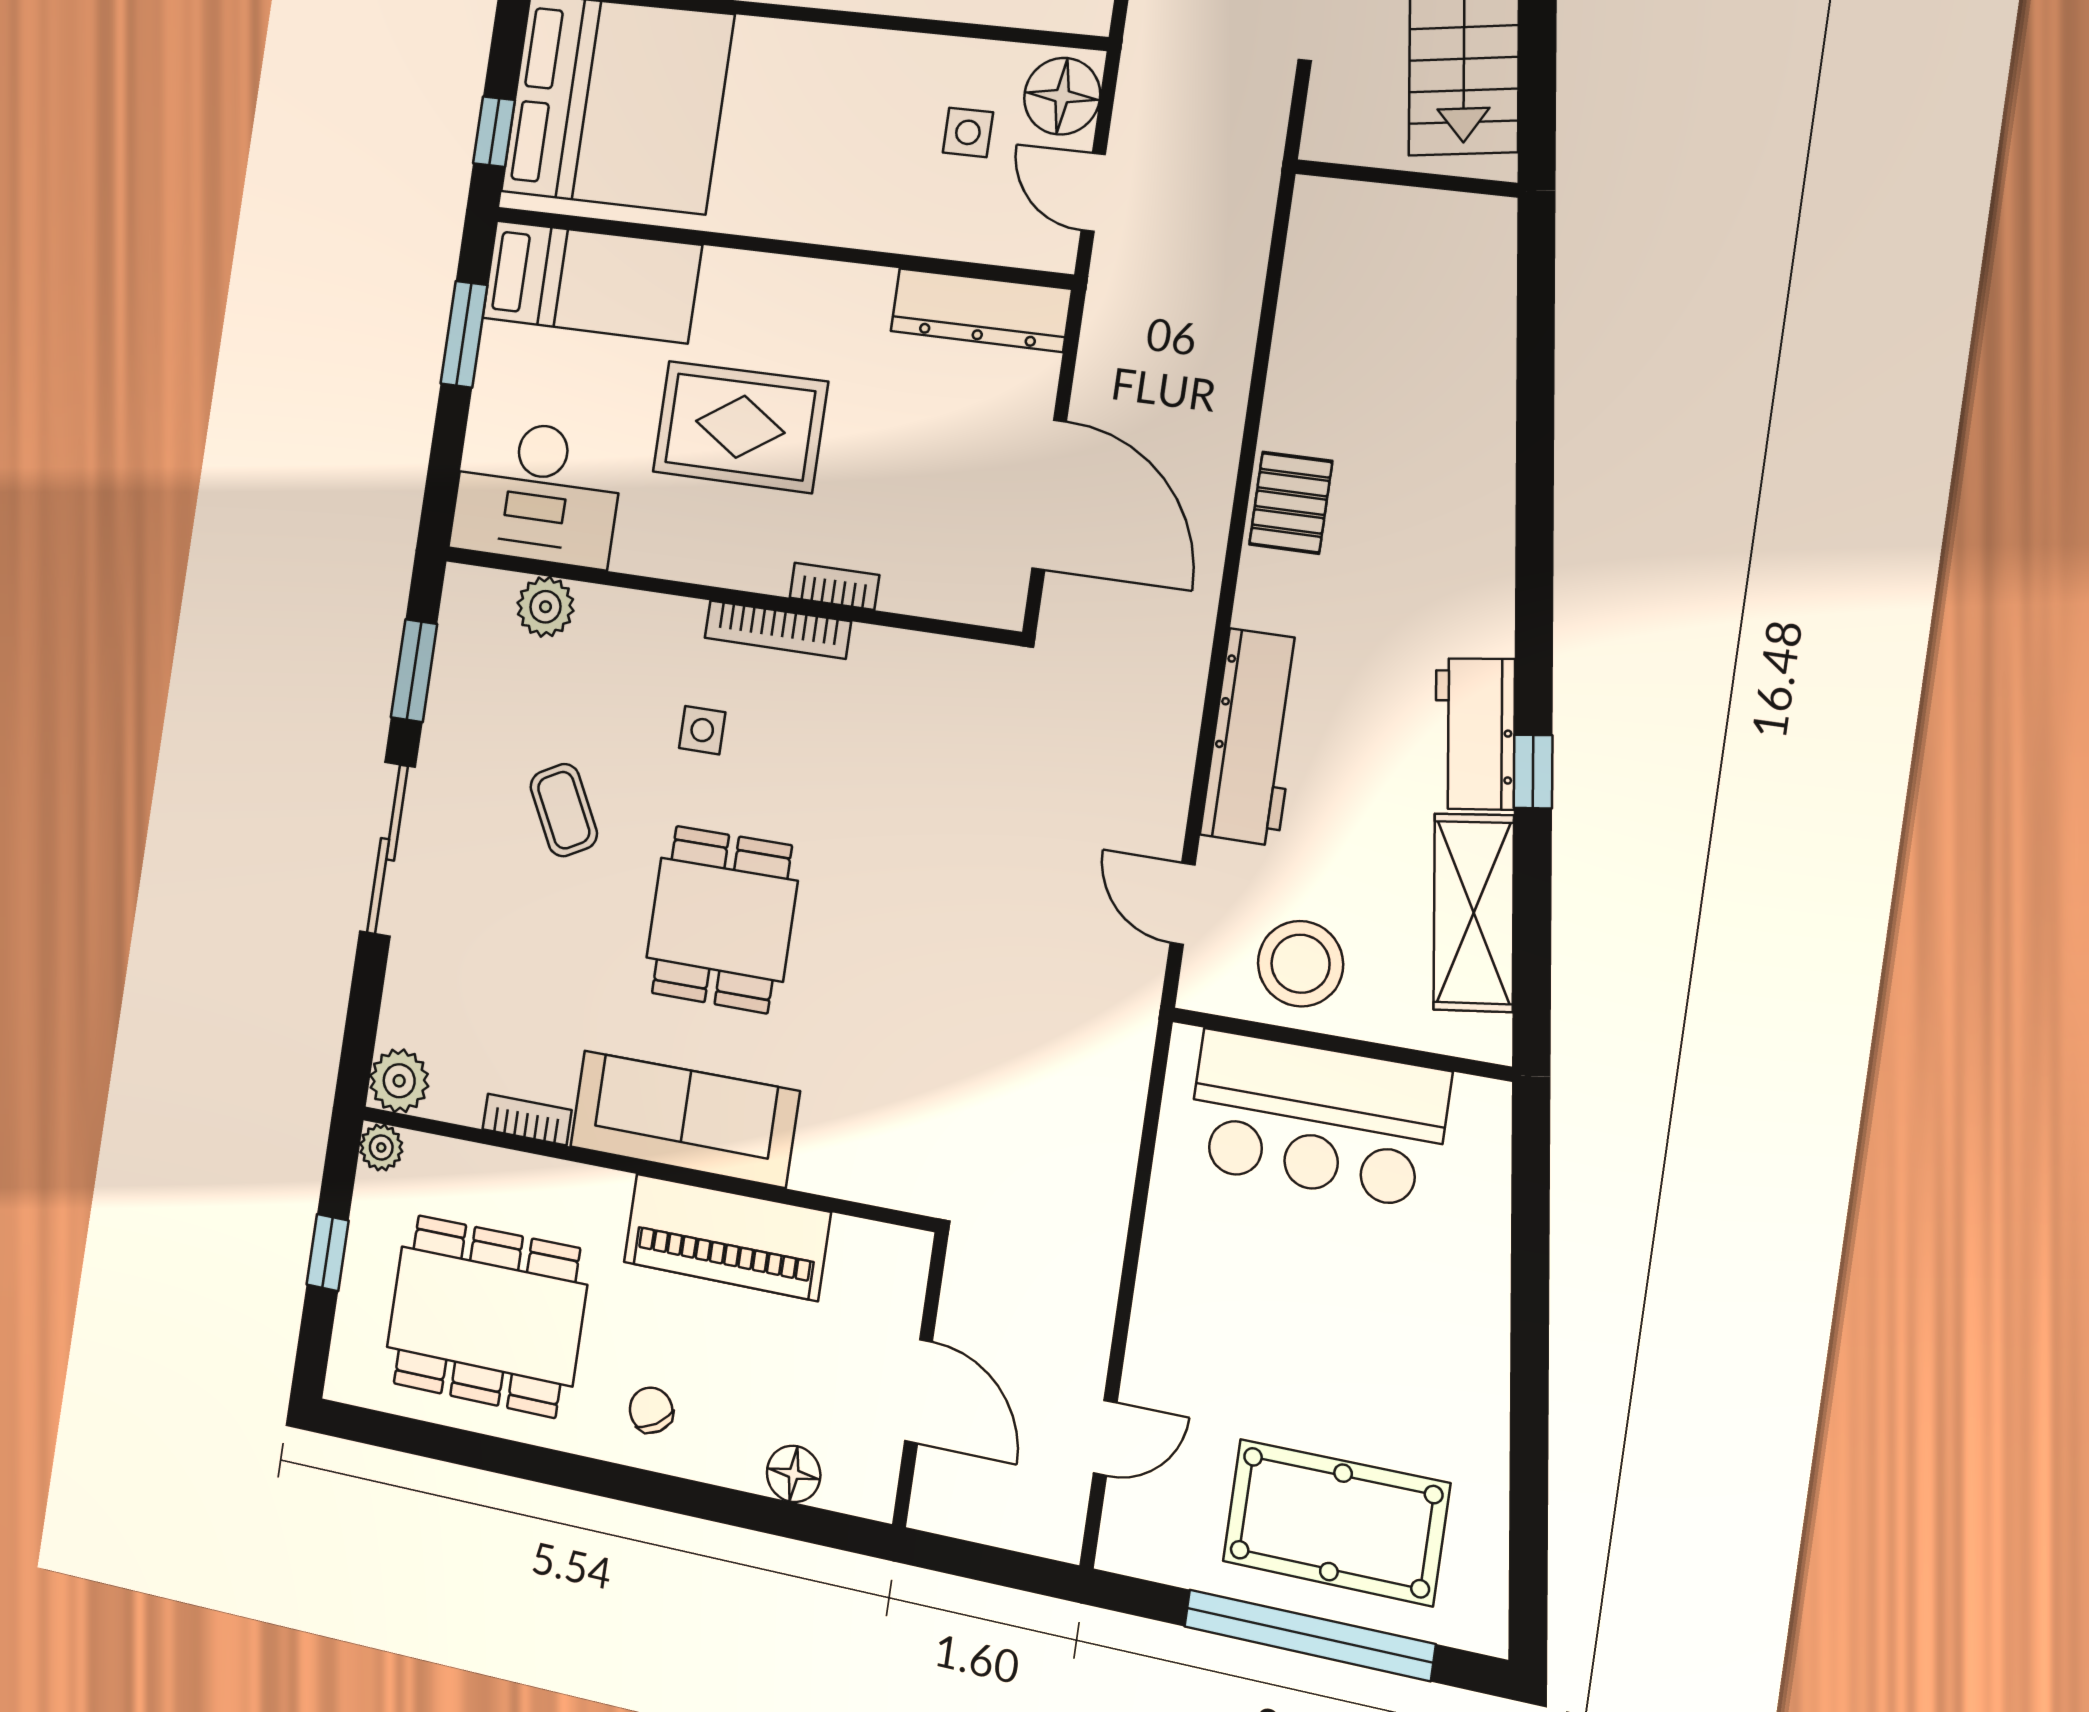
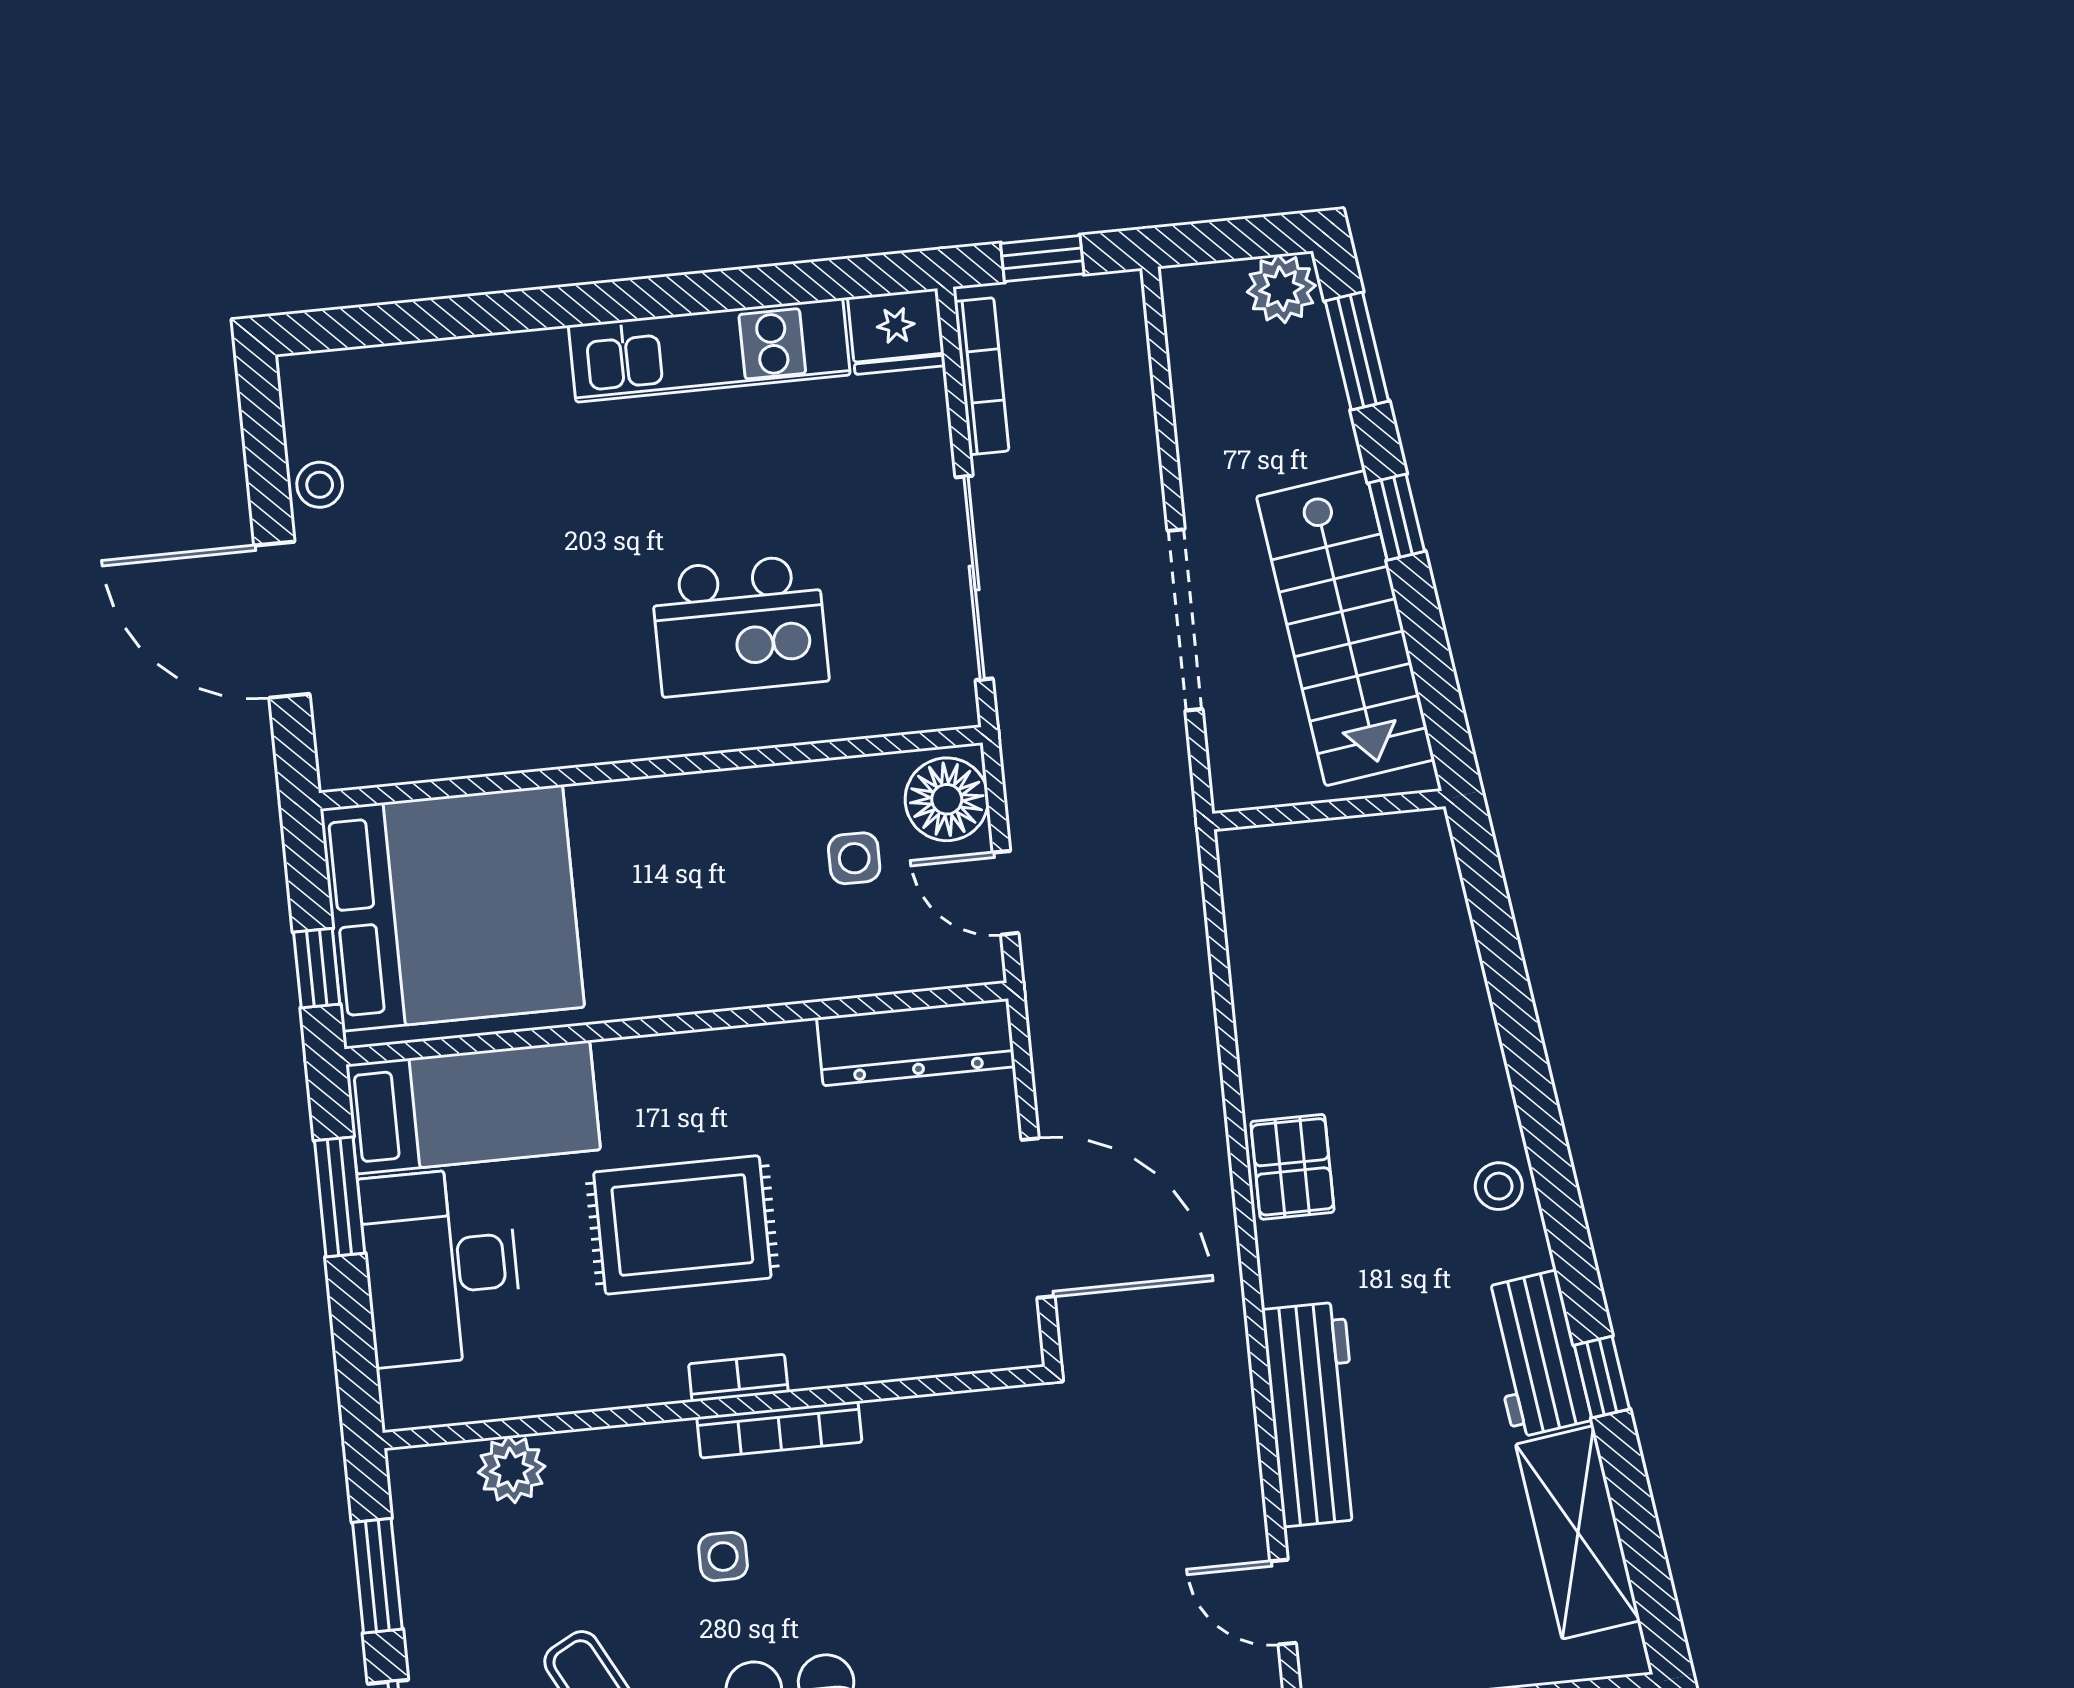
desk: (537, 493) -> (441, 1267), moved, turned 90
bookcase: (834, 586) -> (738, 1378), moved
stool: (1301, 964) -> (1499, 1186), moved, width x0.53, depth x0.53

